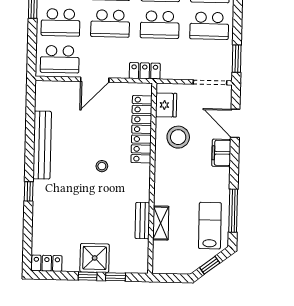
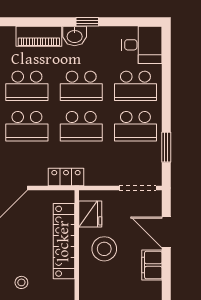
window: (237, 59) -> (166, 147), moved

